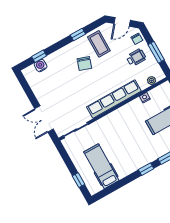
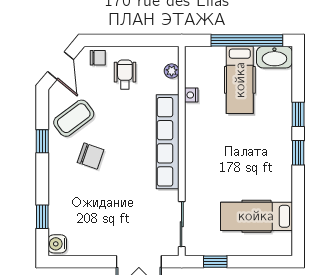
coffee table: (99, 44) -> (74, 118), turned -37
window: (156, 52) -> (134, 40), removed
water cooler: (41, 66) -> (57, 244), moved
window: (78, 180) -> (215, 262), moved

